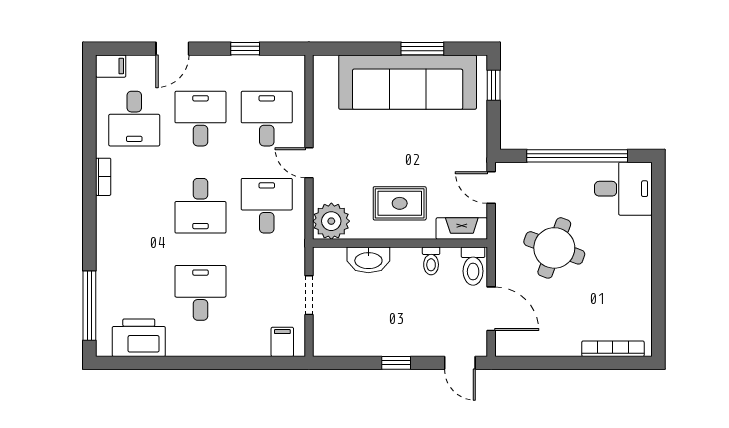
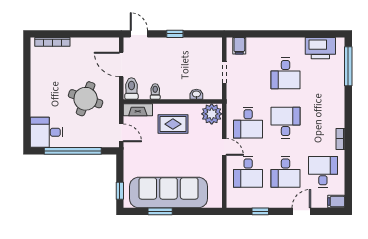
washbasin: (368, 260) -> (196, 94), width x0.52, depth x0.69

